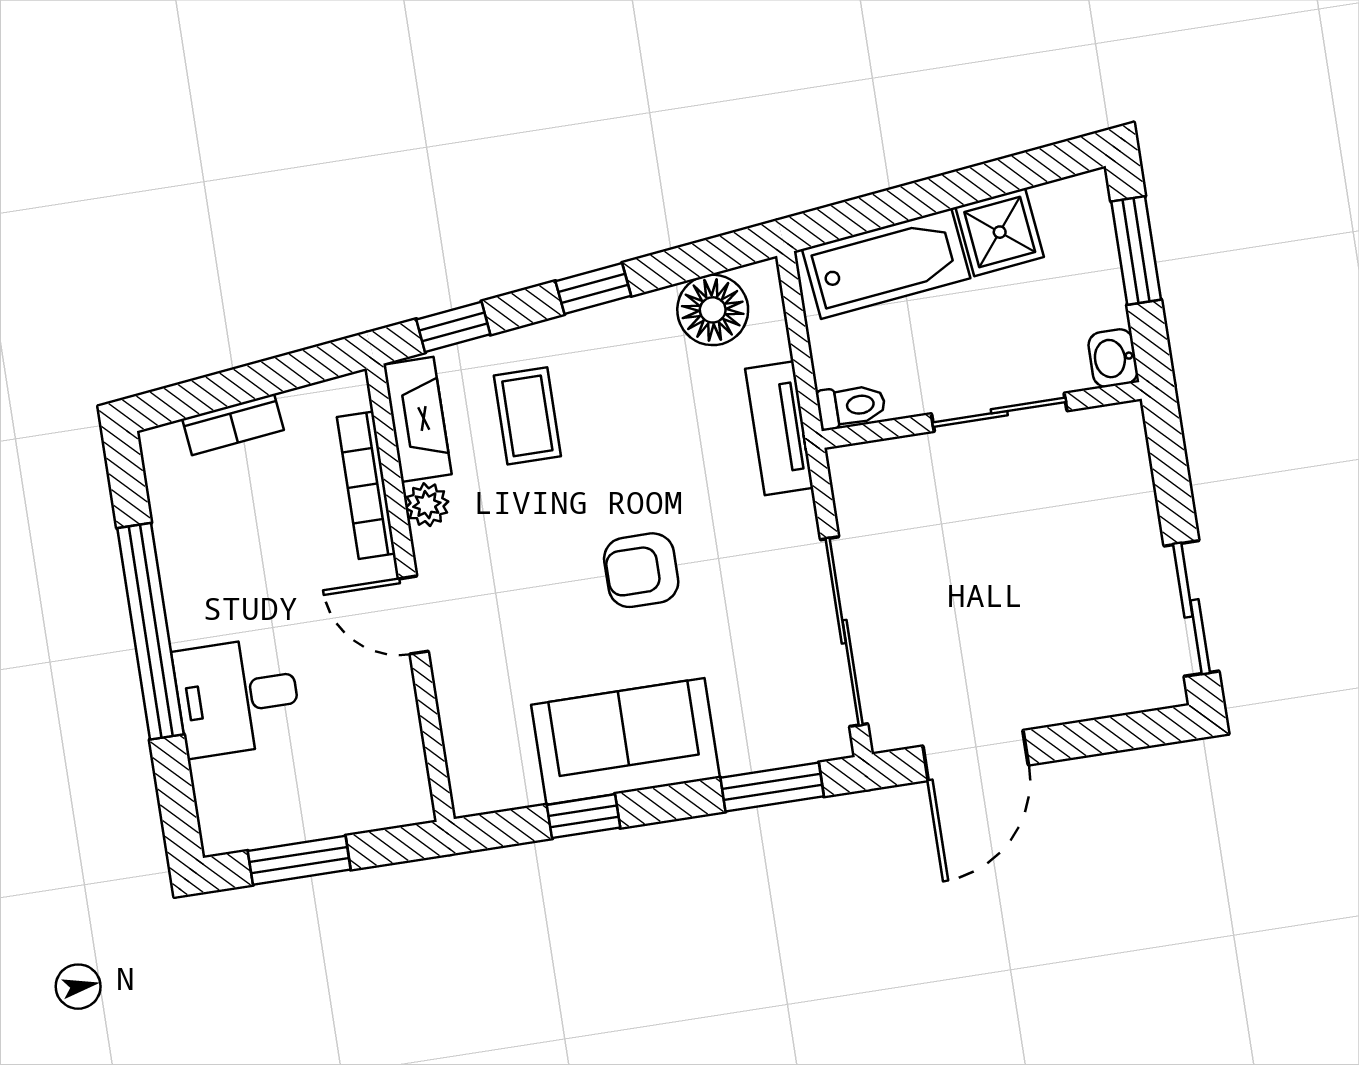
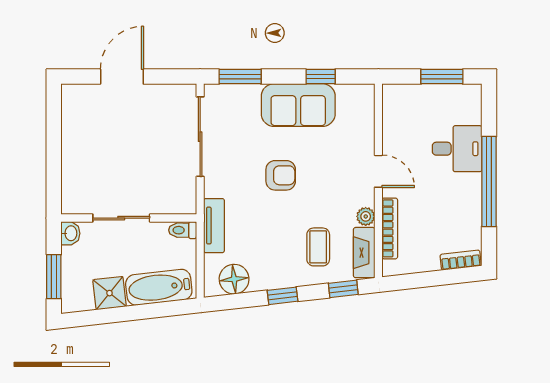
bookcase: (233, 424) -> (461, 260), moved
sliding door: (1192, 608) -> (54, 124), removed
door: (976, 756) -> (122, 77), moved

